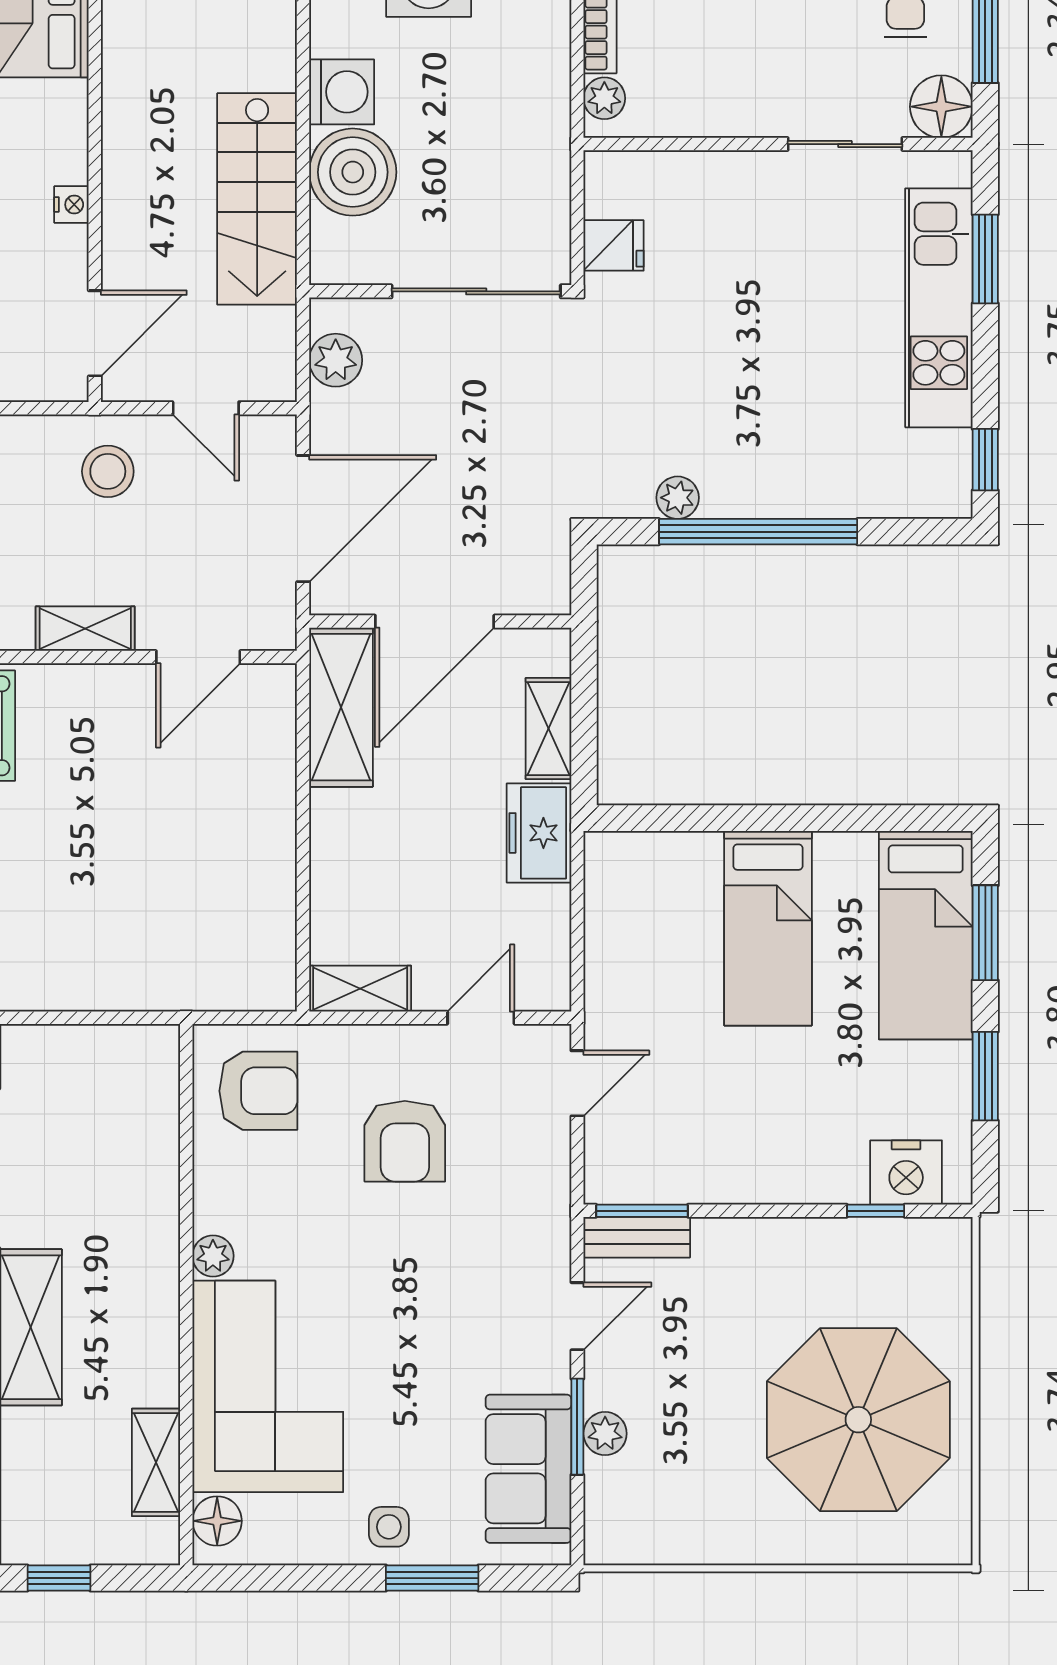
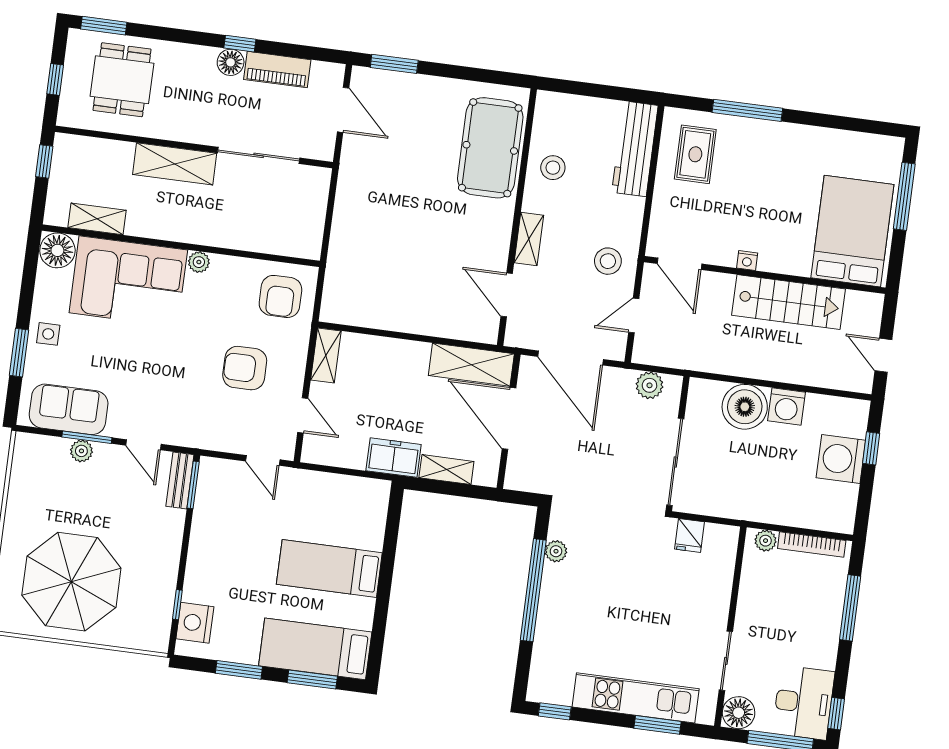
stairs: (257, 199) -> (788, 302), moved, turned 180
floor lamp: (217, 1521) -> (57, 250), width x1.38, depth x1.38

